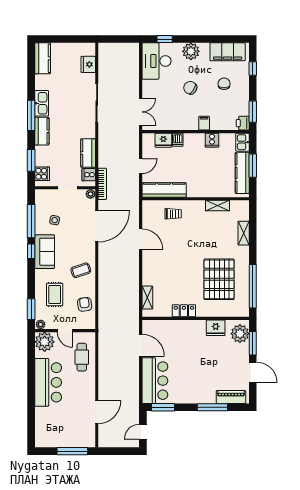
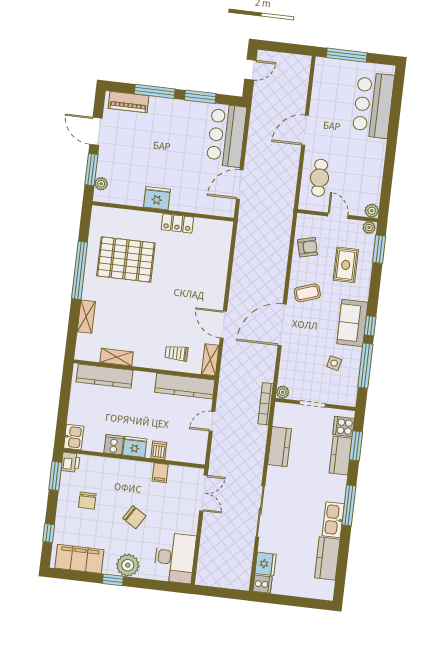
window: (165, 39) -> (113, 580), moved
kitchen counter: (43, 58) -> (327, 559), moved
chair: (224, 84) -> (87, 501), moved
double door: (141, 112) -> (204, 493), swing flipped
filing cabinet: (204, 123) -> (160, 473), moved
kitchen counter: (42, 131) -> (341, 456), moved
fridge: (163, 140) -> (135, 447), moved
window: (253, 166) -> (64, 404), removed
kitchen counter: (242, 173) -> (105, 376), moved, turned 90
cooker: (89, 175) -> (263, 584), moved
door: (97, 226) -> (282, 325), moved
pallet: (219, 279) -> (126, 259), turned 90
window: (253, 286) -> (80, 270), moved
shelving: (147, 298) -> (210, 360), moved
armchair: (85, 304) -> (308, 247), turned -96
fridge: (216, 328) -> (157, 198), moved
plant: (240, 334) -> (101, 184), width x0.53, depth x0.53
plant: (45, 342) -> (372, 211), width x0.53, depth x0.53
door: (141, 345) -> (240, 185), hinge flipped
bar counter: (48, 382) -> (373, 105), moved
window: (163, 407) -> (200, 97), moved
door: (97, 412) -> (305, 130), moved

